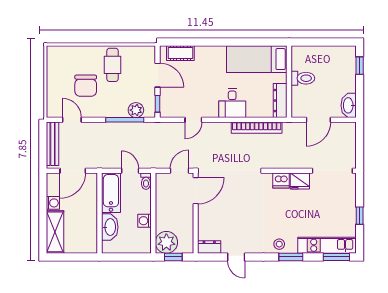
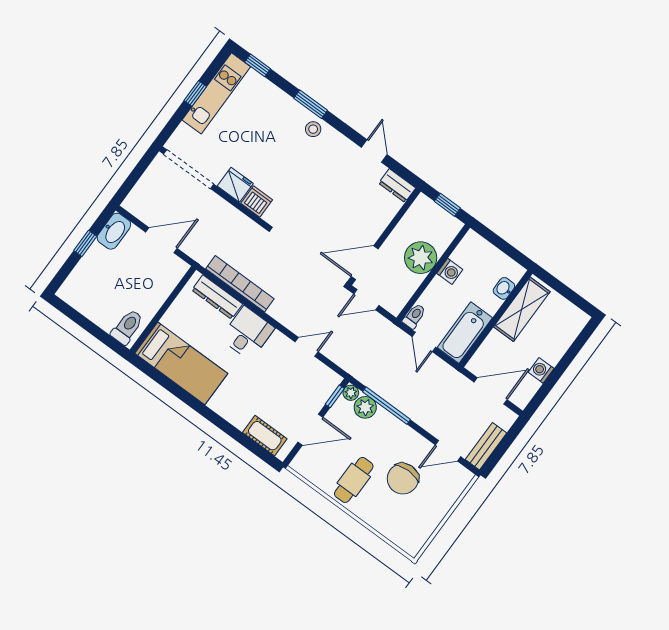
window: (360, 66) -> (85, 243), moved
door: (157, 75) -> (310, 430), swing flipped
toilet: (303, 78) -> (127, 327), moved, turned 90
chair: (86, 86) -> (403, 479), turned 180
dresser: (280, 101) -> (217, 297), moved, turned 90
plant: (150, 112) -> (351, 393), added
door: (72, 120) -> (448, 451), hinge flipped
bench: (53, 144) -> (486, 446), width x0.73
washbasin: (110, 227) -> (504, 288), width x0.52, depth x0.69
shelving: (55, 232) -> (522, 309), moved
plant: (166, 242) -> (421, 258), moved
kitchen unit: (327, 245) -> (216, 93), moved, turned -90
window: (336, 257) -> (258, 65), width x0.67

